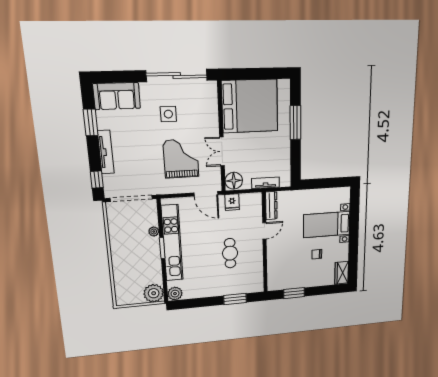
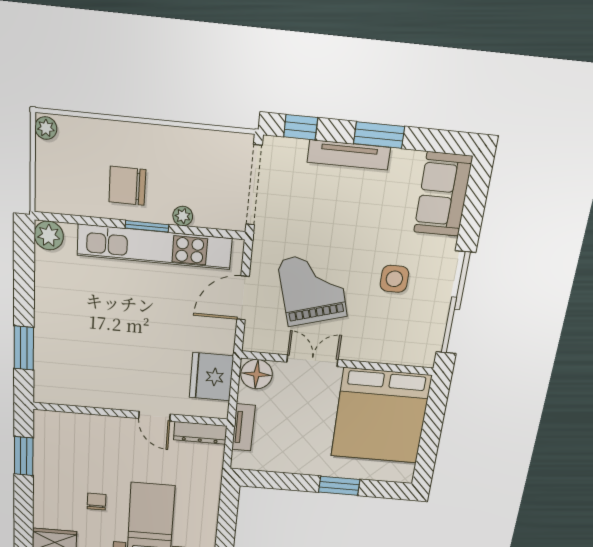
window: (91, 122) -> (379, 135), moved
window: (295, 123) -> (339, 486), width x0.69
grand piano: (181, 159) -> (312, 288), turned -106
door: (206, 194) -> (243, 298), moved
fridge: (232, 202) -> (211, 377), width x1.88, depth x1.34
cafe table: (230, 253) -> (119, 351), removed
chair: (143, 260) -> (127, 186), added
plant: (154, 293) -> (46, 128), moved, width x0.53, depth x0.53

